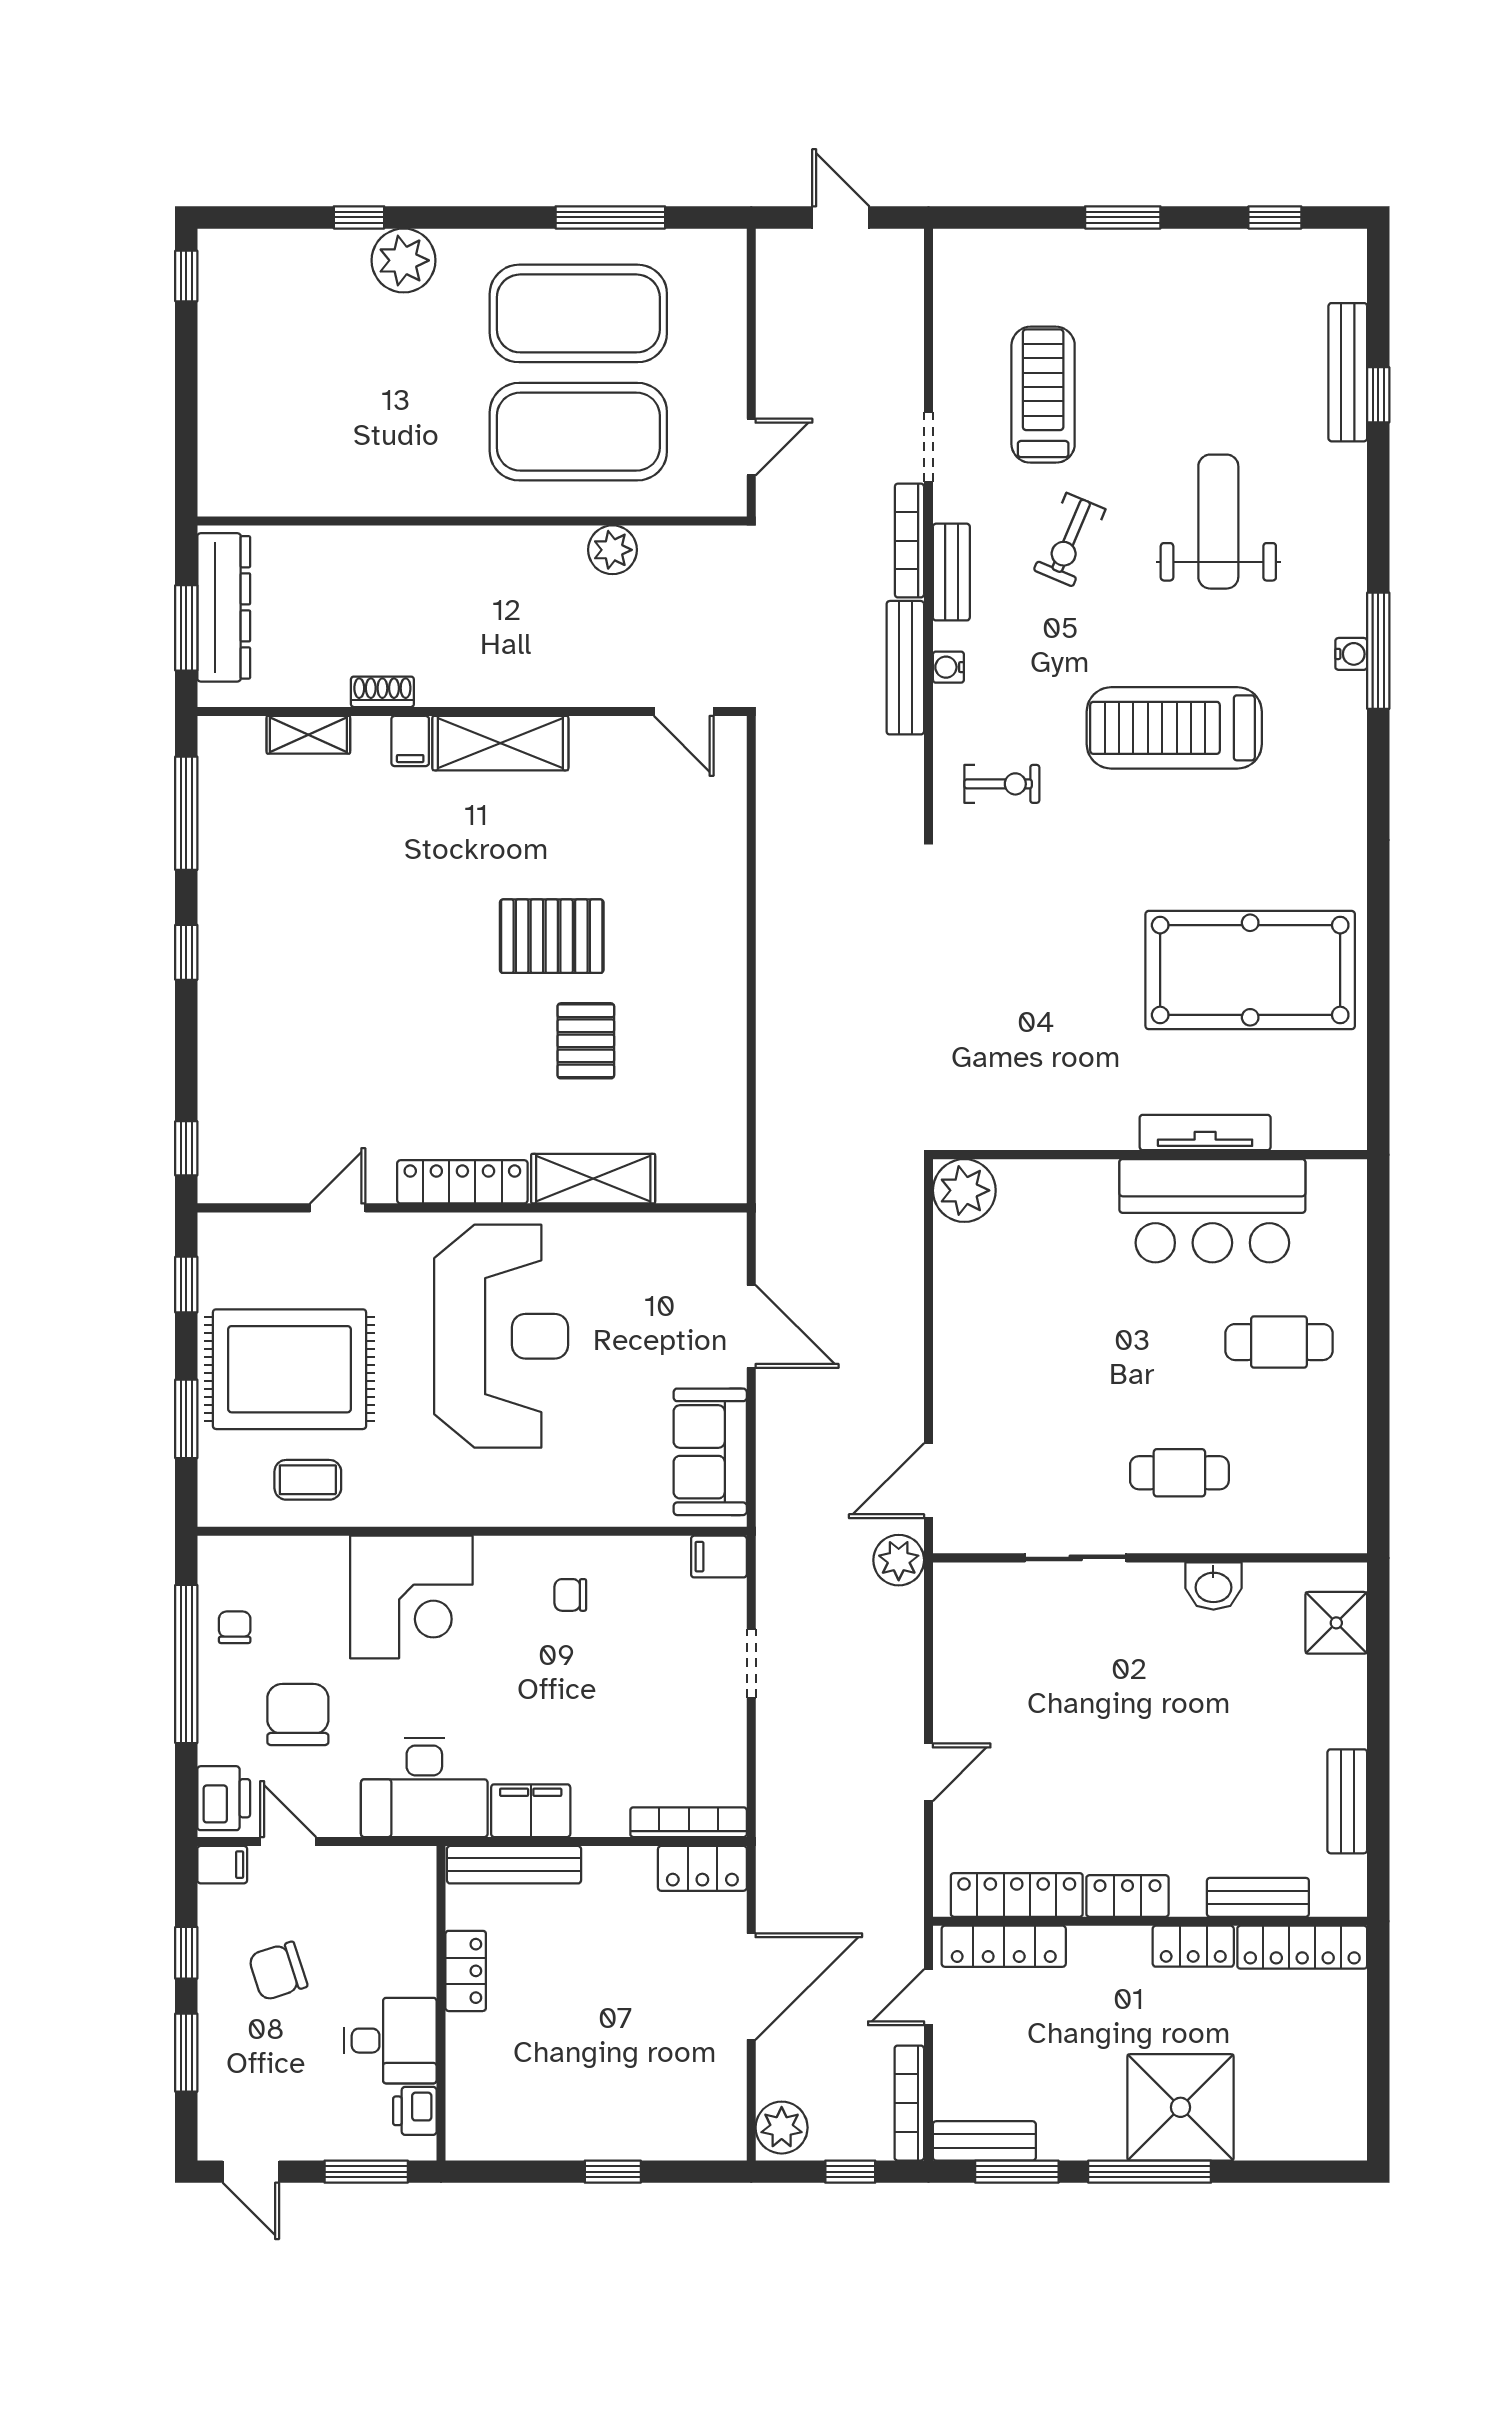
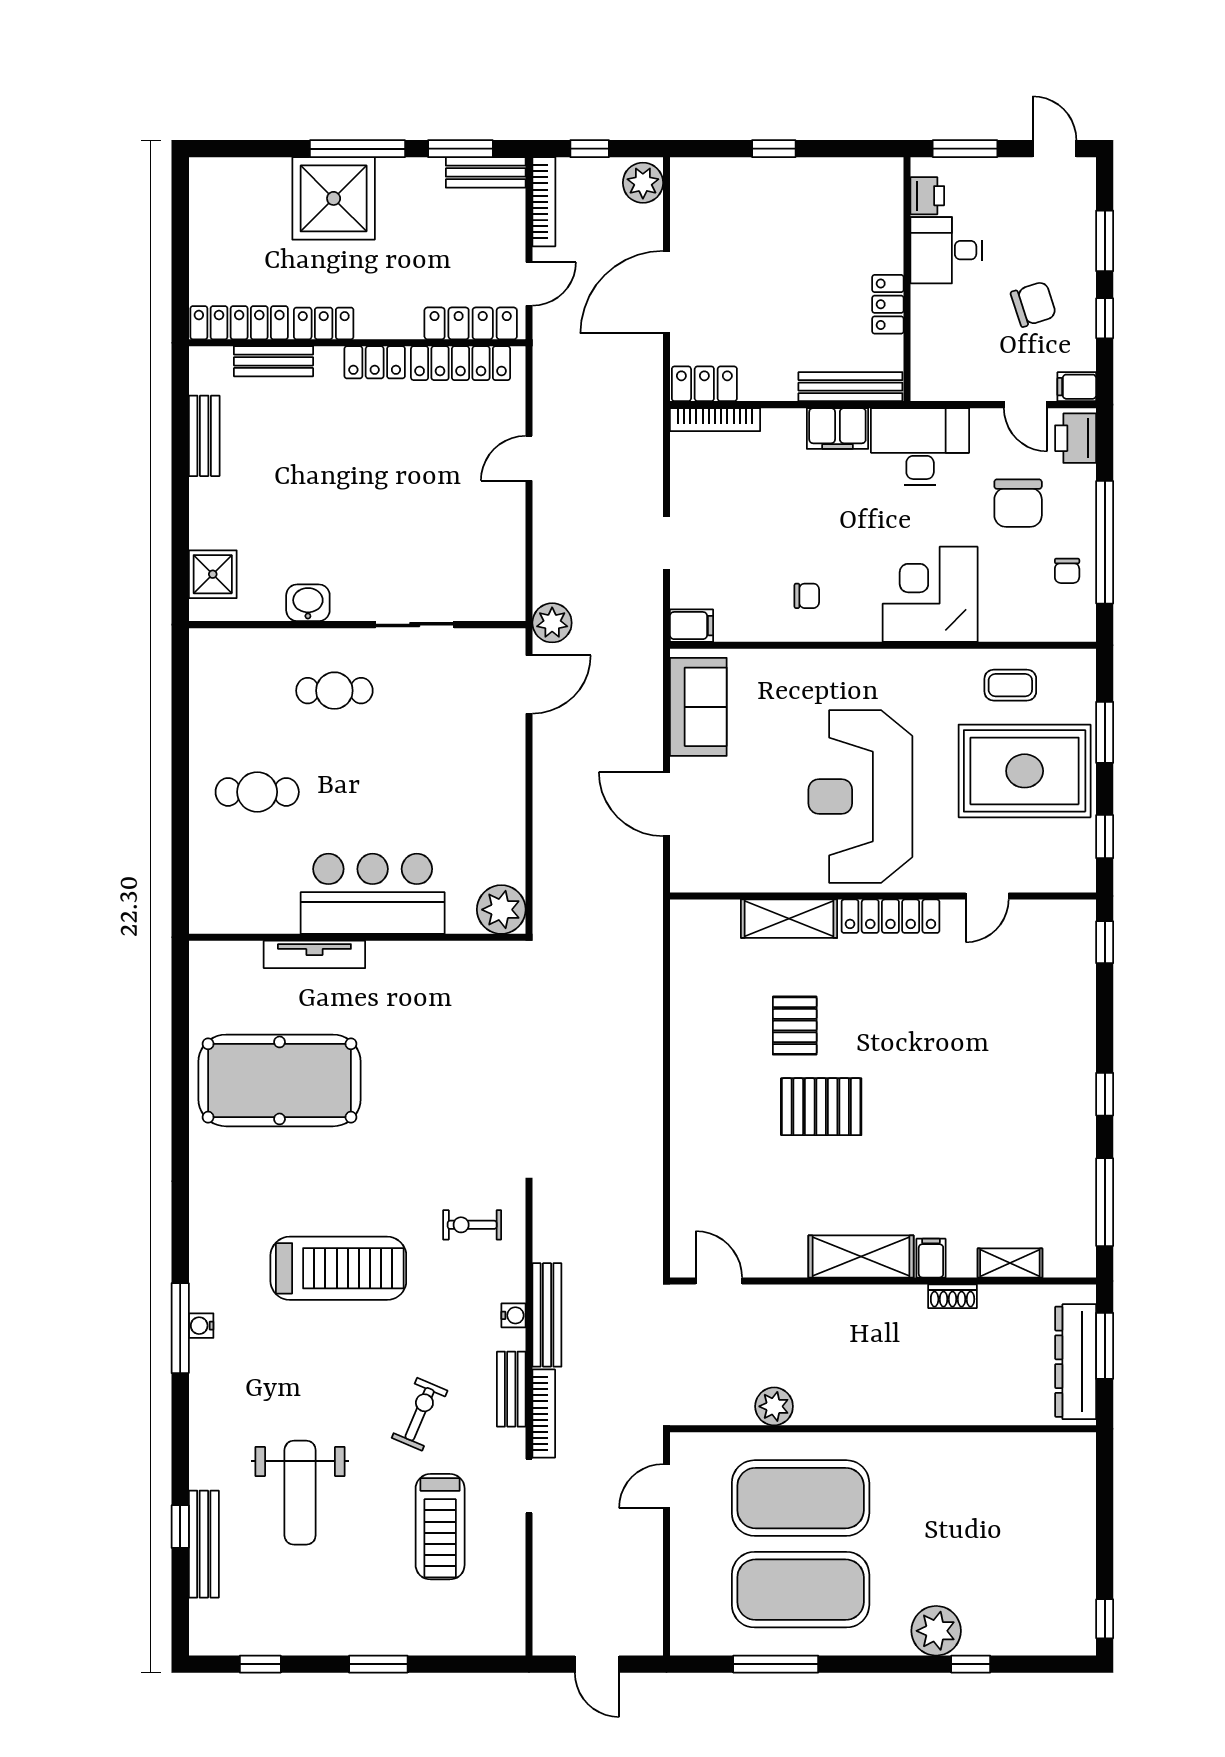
weight bench: (1218, 522) -> (300, 1493), moved
bar counter: (1212, 1211) -> (373, 894), moved

